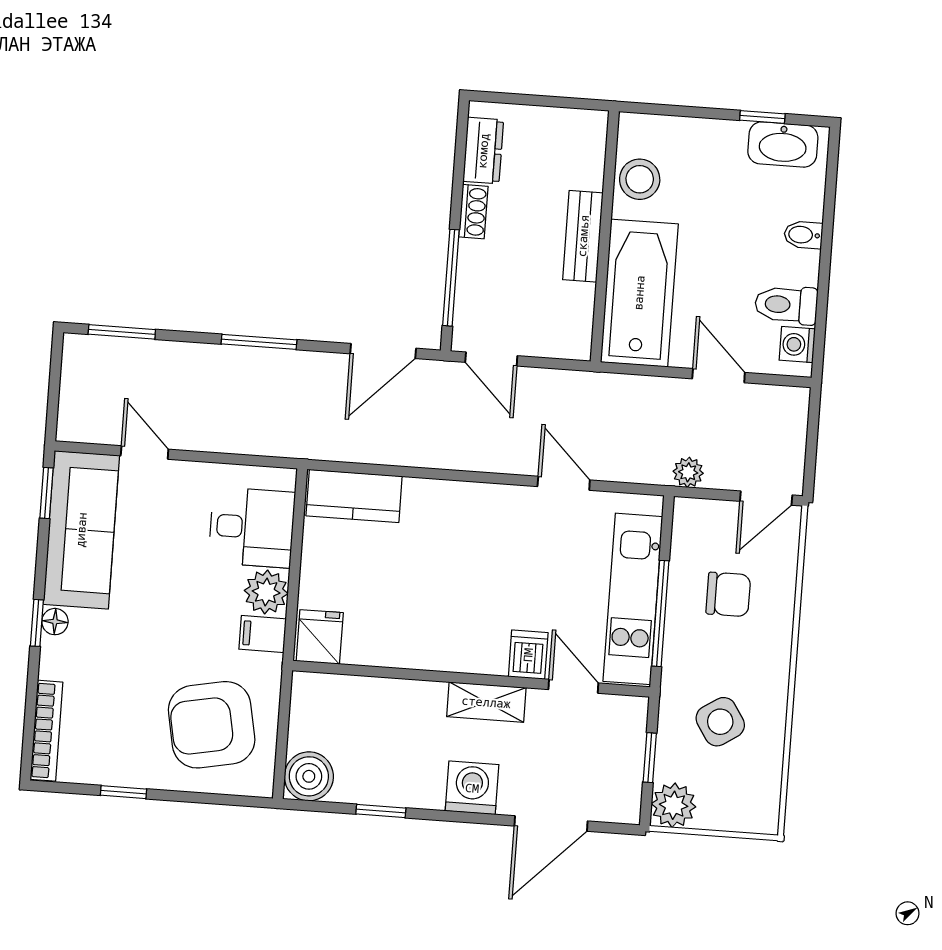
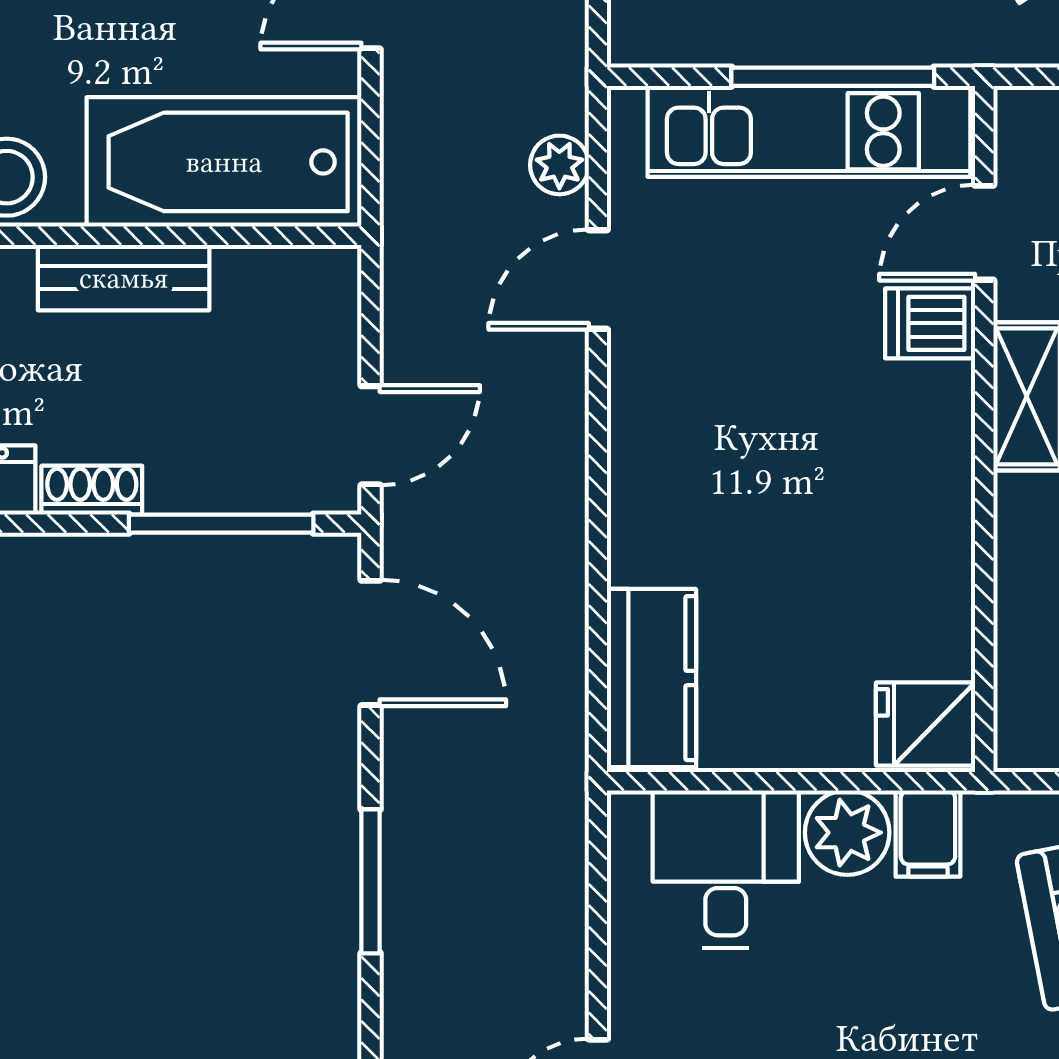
plant: (688, 472) -> (559, 165), moved

